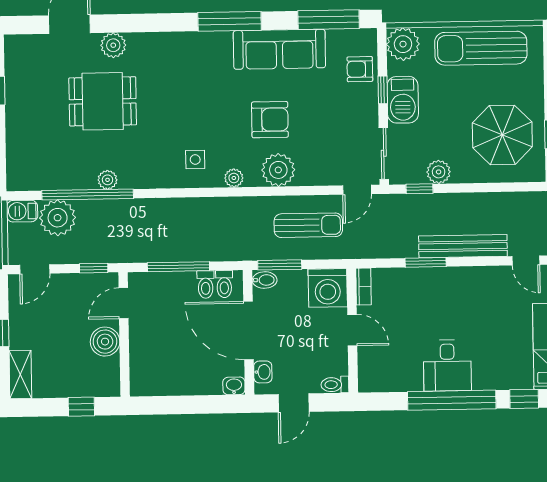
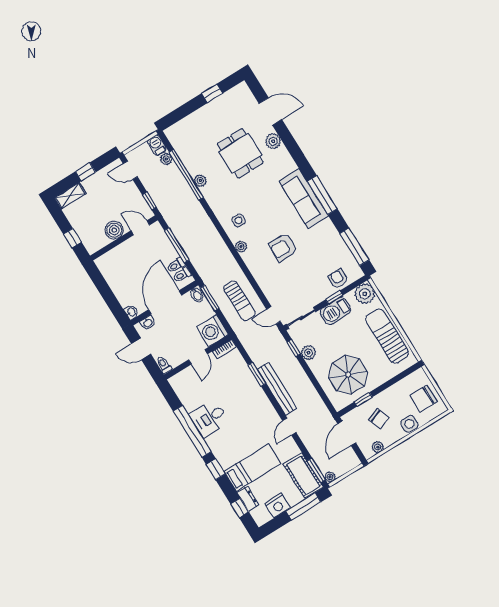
sofa: (279, 49) -> (304, 198), moved
armchair: (270, 120) -> (283, 247), turned 90
plant: (278, 170) -> (259, 268), removed
plant: (58, 218) -> (166, 159), width x0.53, depth x0.53

